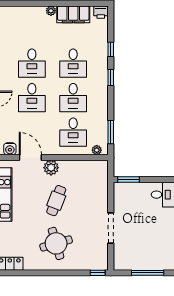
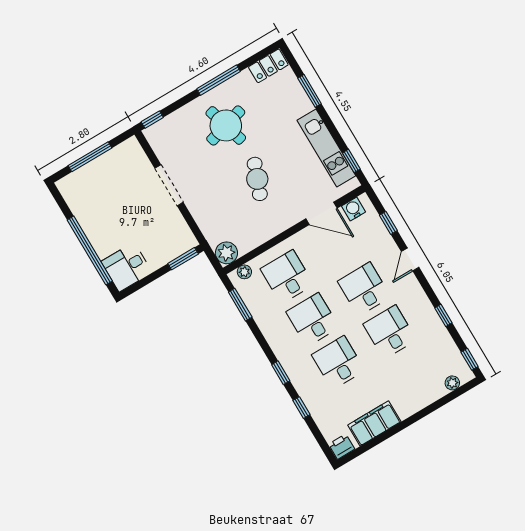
plant: (51, 11) -> (452, 383), moved
plant: (51, 168) -> (226, 253), moved
window: (44, 273) -> (219, 80), added

